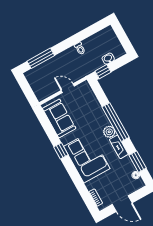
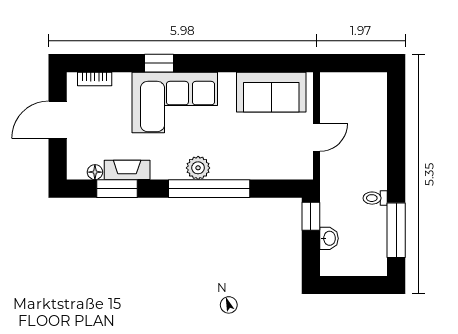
window: (41, 58) -> (396, 230), moved
fireplace: (119, 147) -> (127, 170), moved
window: (61, 151) -> (159, 63), moved

